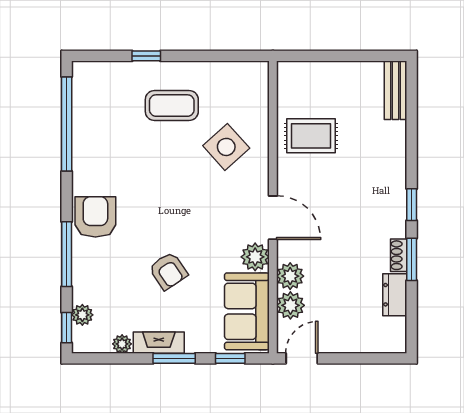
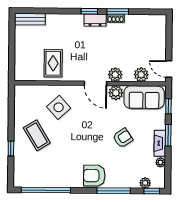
coffee table: (172, 106) -> (37, 135), turned -31
door: (273, 218) -> (95, 83), swing flipped
plant: (290, 276) -> (115, 75), moved
dresser: (395, 295) -> (95, 20), moved

